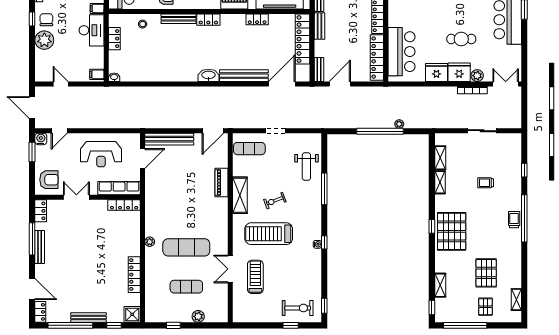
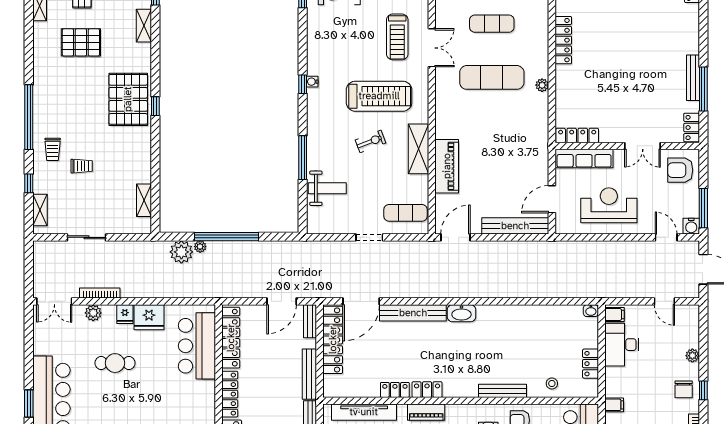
locker: (208, 20) -> (427, 390), moved
bench: (320, 26) -> (309, 374), width x1.36
desk: (92, 30) -> (622, 345), moved
locker: (303, 39) -> (333, 340), moved
plant: (44, 40) -> (692, 356), width x0.53, depth x0.53
fridge: (459, 72) -> (125, 314), width x0.53, depth x0.75
plant: (413, 120) -> (181, 252), added
door: (59, 131) -> (666, 237), hinge flipped
window: (32, 152) -> (703, 208), width x1.44
weight bench: (306, 167) -> (327, 188), turned 90
shelving: (440, 182) -> (40, 210), moved
piano: (221, 183) -> (447, 166), width x1.37, depth x1.33
trolley: (514, 220) -> (53, 149), moved
pallet: (486, 273) -> (81, 42), turned 90
door: (32, 289) -> (703, 20), removed

